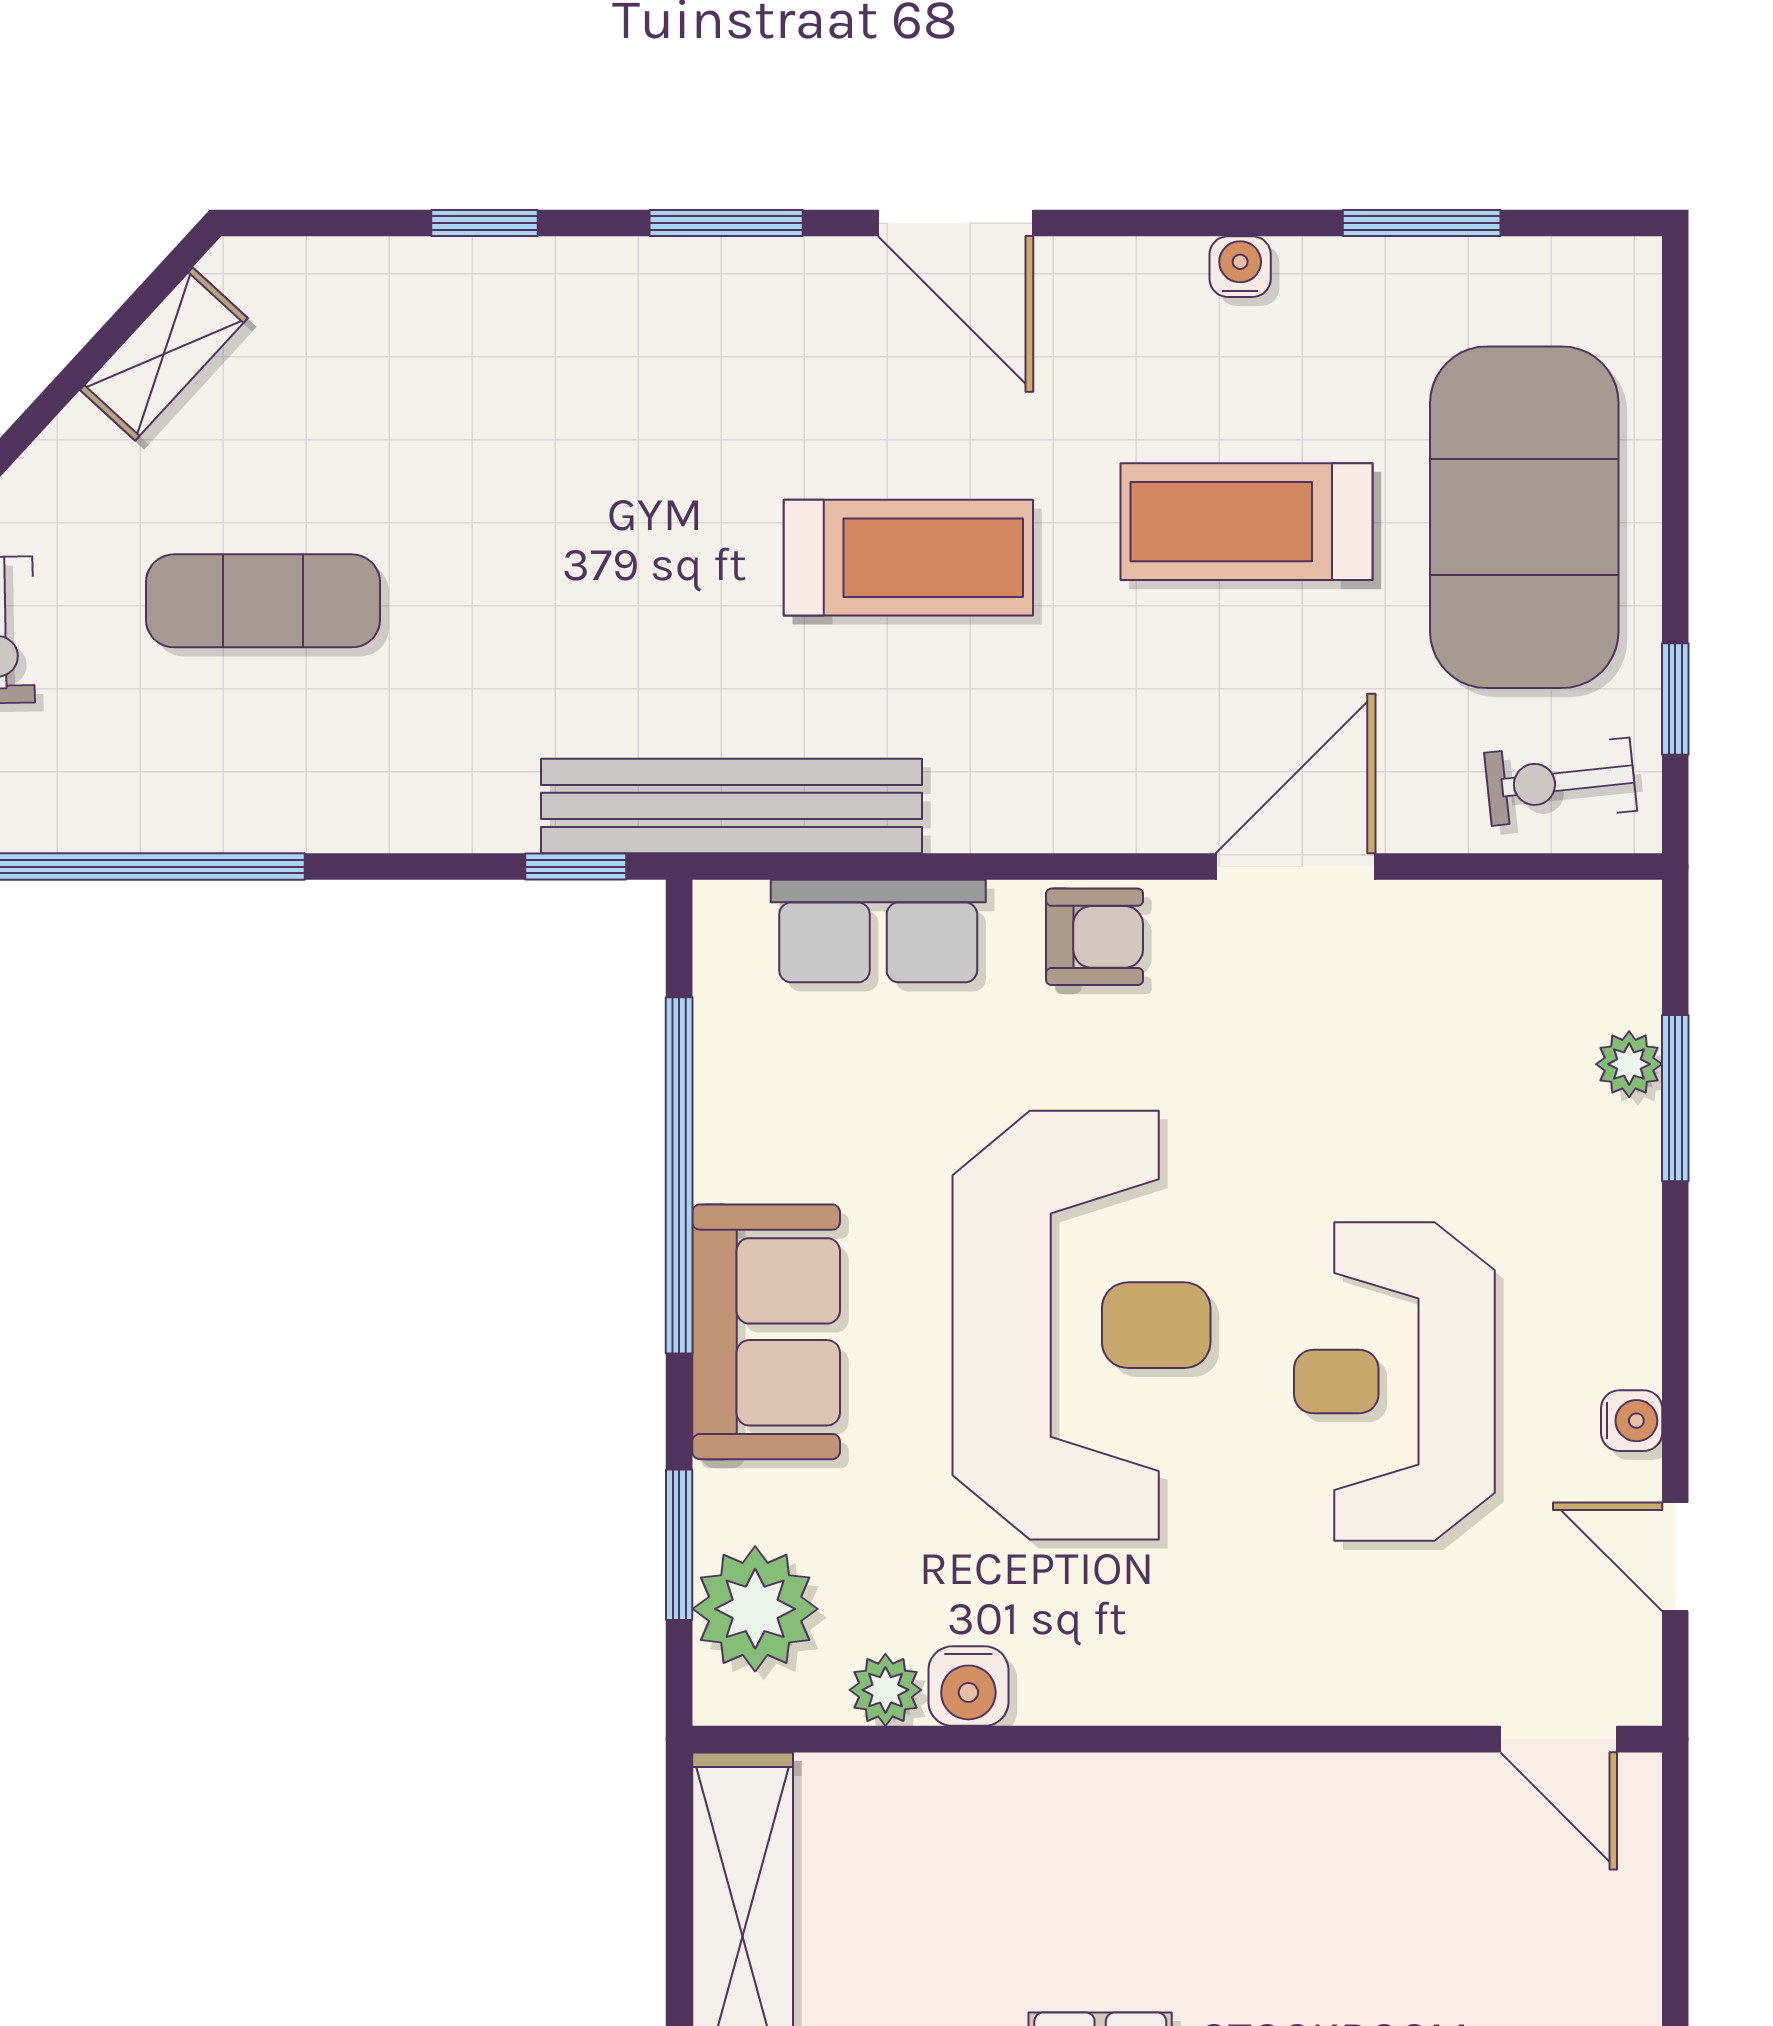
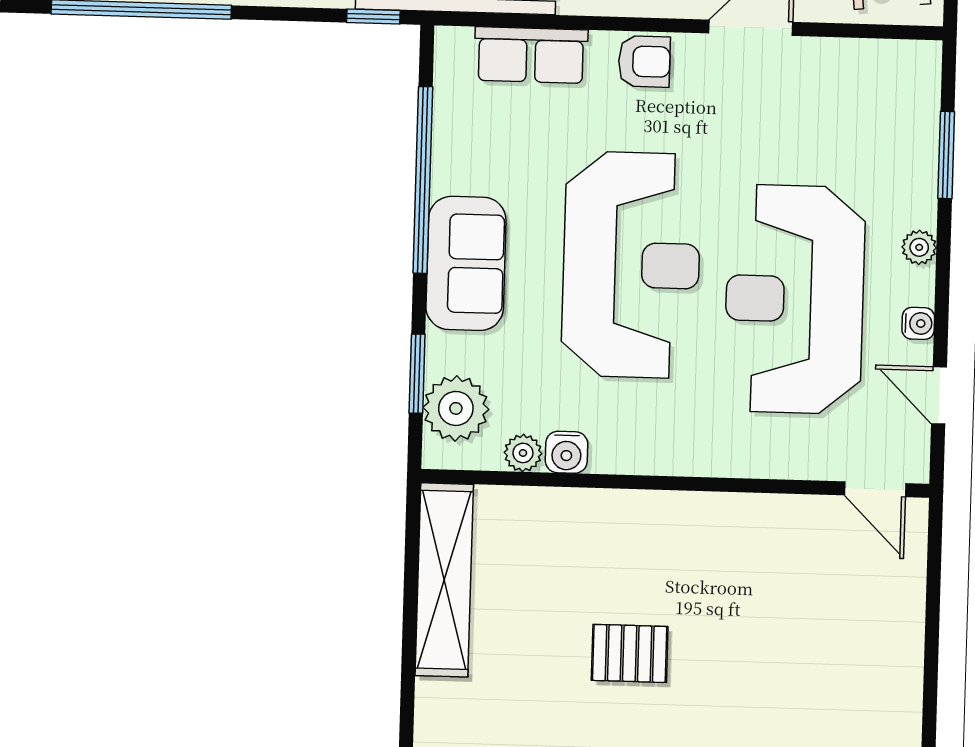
plant: (1629, 1064) -> (919, 247), moved
reception desk: (1394, 1382) -> (795, 299), width x1.36, depth x1.30

